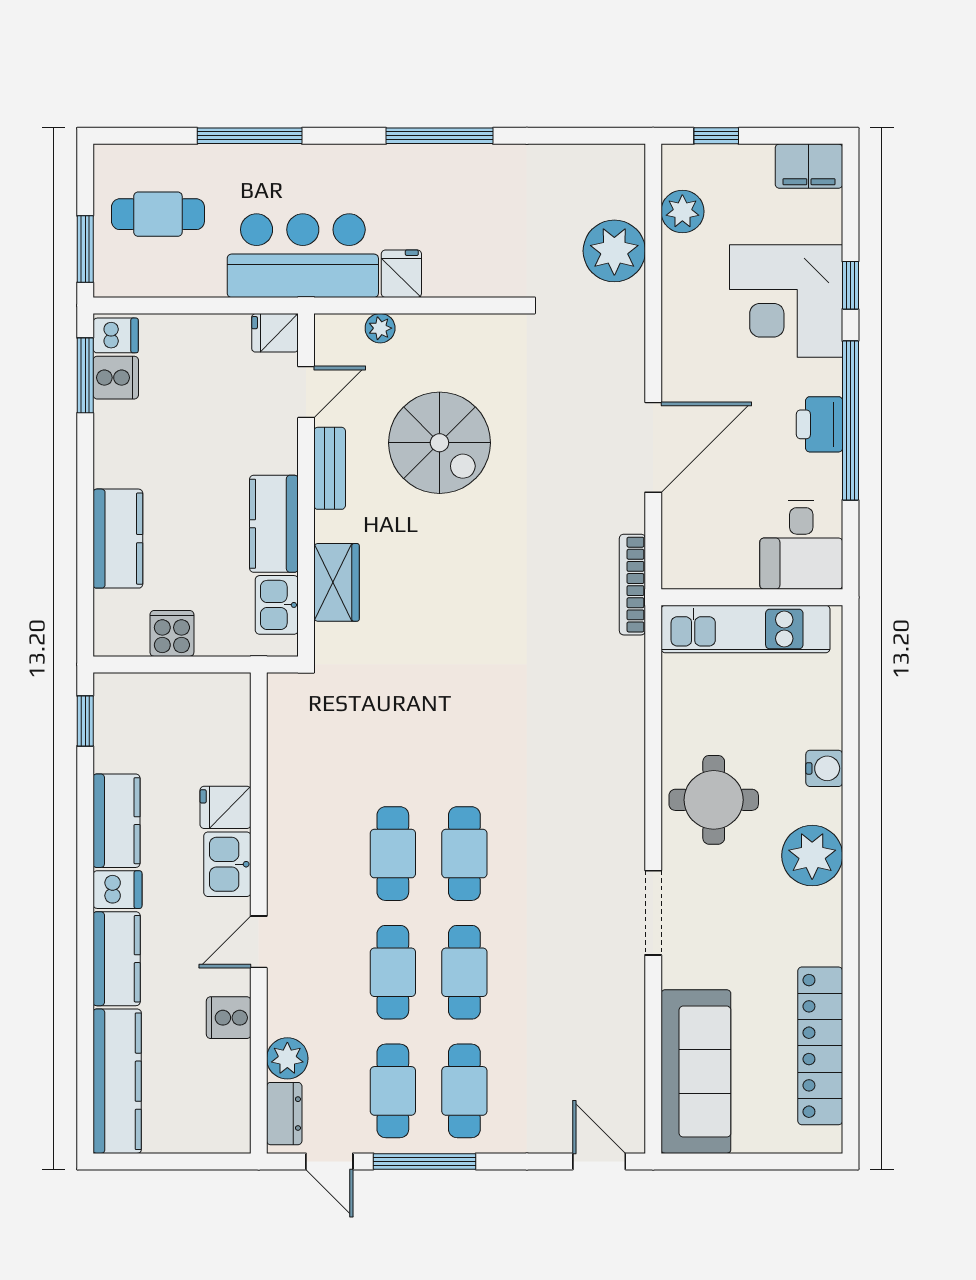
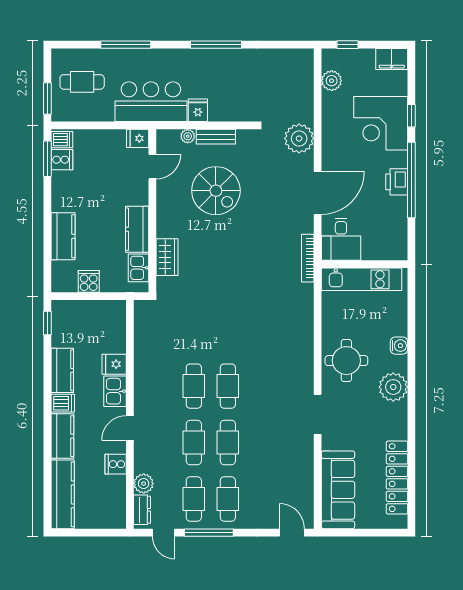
plant: (614, 251) -> (299, 138), moved
bench: (330, 468) -> (216, 137), moved, turned 90
desk: (801, 545) -> (341, 239), moved

